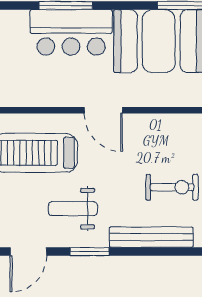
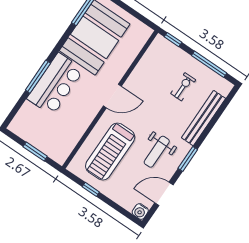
exercise bike: (172, 187) -> (183, 87), width x0.73, depth x0.72
door: (28, 252) -> (164, 194), swing flipped

